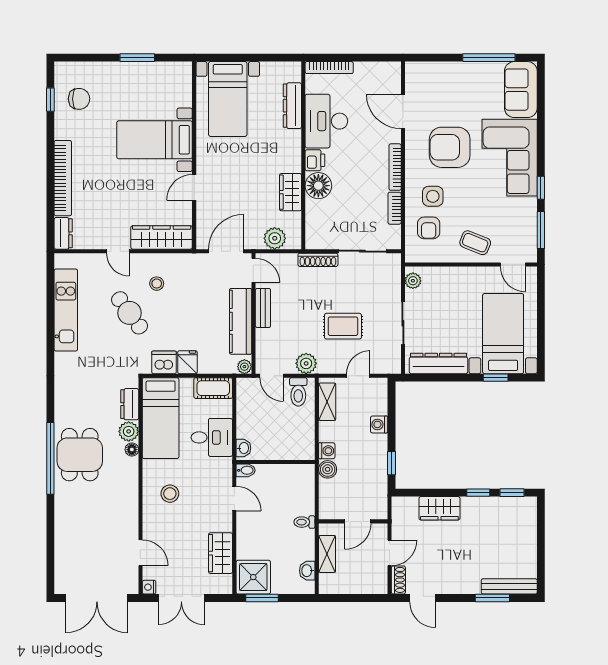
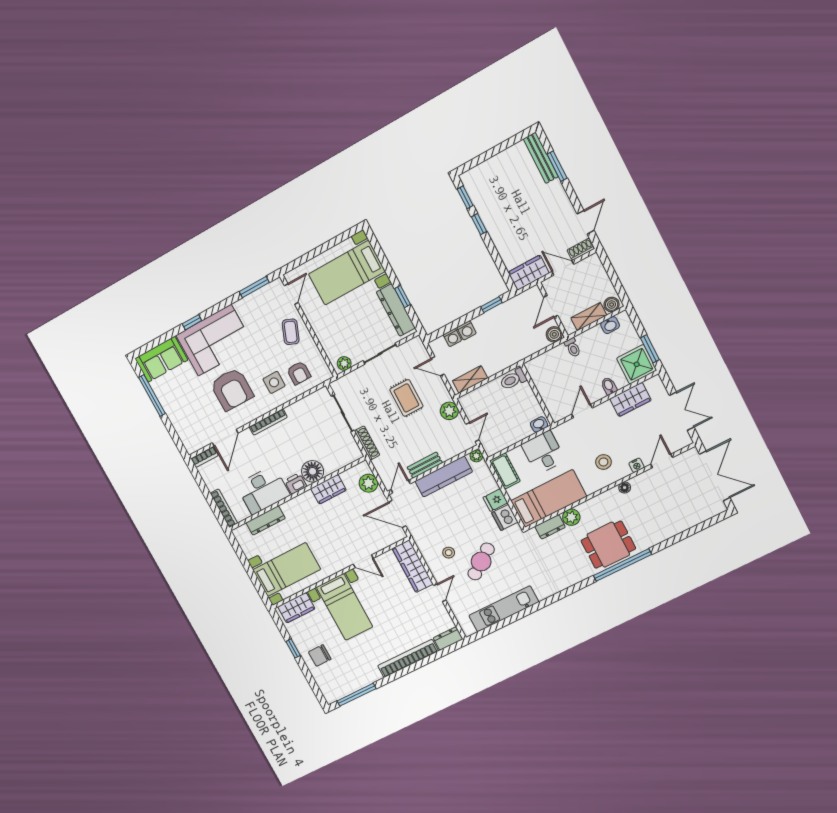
window: (137, 58) -> (293, 648), width x0.67
wardrobe: (180, 86) -> (296, 608), added
chair: (79, 99) -> (320, 655), moved, turned -90
window: (50, 100) -> (356, 695), width x2.17
window: (541, 188) -> (192, 322), moved
bookcase: (395, 208) -> (205, 457), moved
armchair: (429, 228) -> (299, 373), turned 90
window: (496, 378) -> (403, 297), moved
toilet: (298, 392) -> (513, 379), moved, turned 180
floor lamp: (132, 450) -> (625, 488), moved
washing machine: (327, 451) -> (452, 338), moved, turned 180
boiler: (328, 469) -> (554, 334), moved
bidet: (246, 470) -> (609, 386), moved
wardrobe: (439, 508) -> (529, 273), moved, turned -90
door: (358, 521) -> (551, 306), swing flipped
boiler: (327, 582) -> (612, 305), added
nightstand: (149, 587) -> (636, 465), moved

